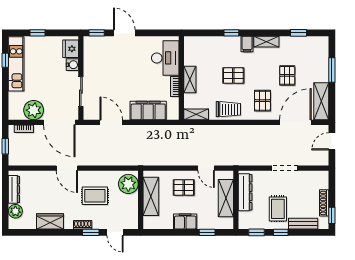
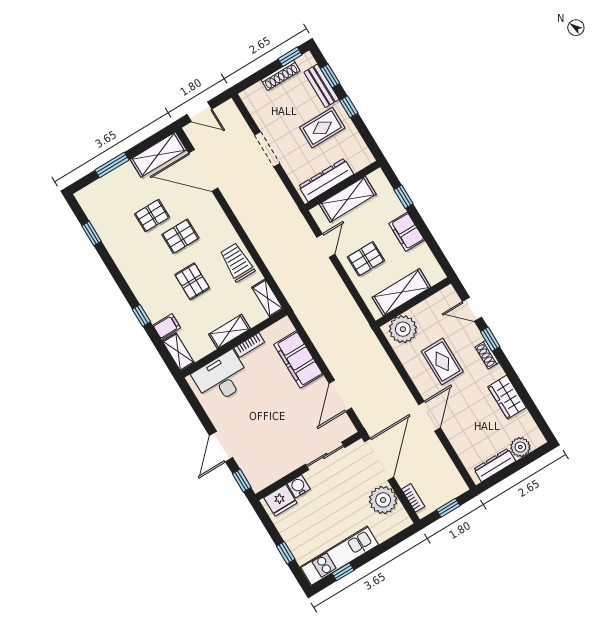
shelving: (266, 42) -> (178, 352), moved
filing cabinet: (247, 44) -> (167, 327), moved
pallet: (263, 101) -> (180, 236), moved
pallet: (184, 187) -> (366, 259), turned 90
door: (115, 232) -> (472, 309), swing flipped
window: (257, 232) -> (330, 76), moved

